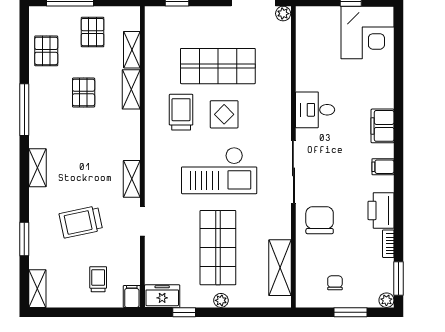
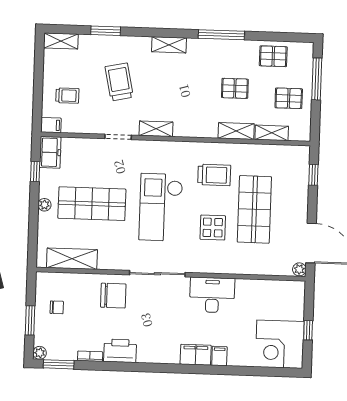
desk: (315, 110) -> (212, 295), width x1.37
display table: (224, 114) -> (213, 228), moved
filing cabinet: (383, 167) -> (219, 356), moved

